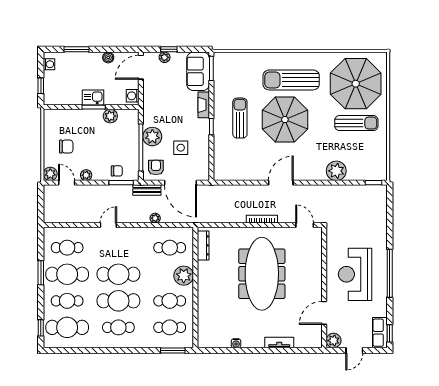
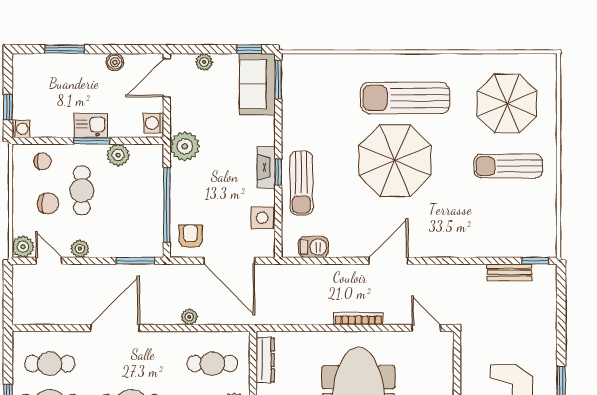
window: (169, 49) -> (249, 49), moved
washing machine: (49, 64) -> (21, 129), moved
parasol: (356, 84) -> (507, 104), width x0.73, depth x0.73
fireplace: (204, 105) -> (266, 167), moved
sun lounger: (240, 118) -> (301, 183), moved, turned 180
sun lounger: (356, 123) -> (508, 166), turned 180
plant: (152, 137) -> (185, 146), moved
cafe table: (87, 138) -> (82, 190), added
side table: (181, 148) -> (262, 218), moved
chair: (117, 171) -> (42, 161), moved
plant: (336, 171) -> (476, 242), removed
barbecue: (234, 174) -> (313, 247), added
bench: (147, 190) -> (509, 272), moved
door: (108, 225) -> (115, 328), width x1.87

